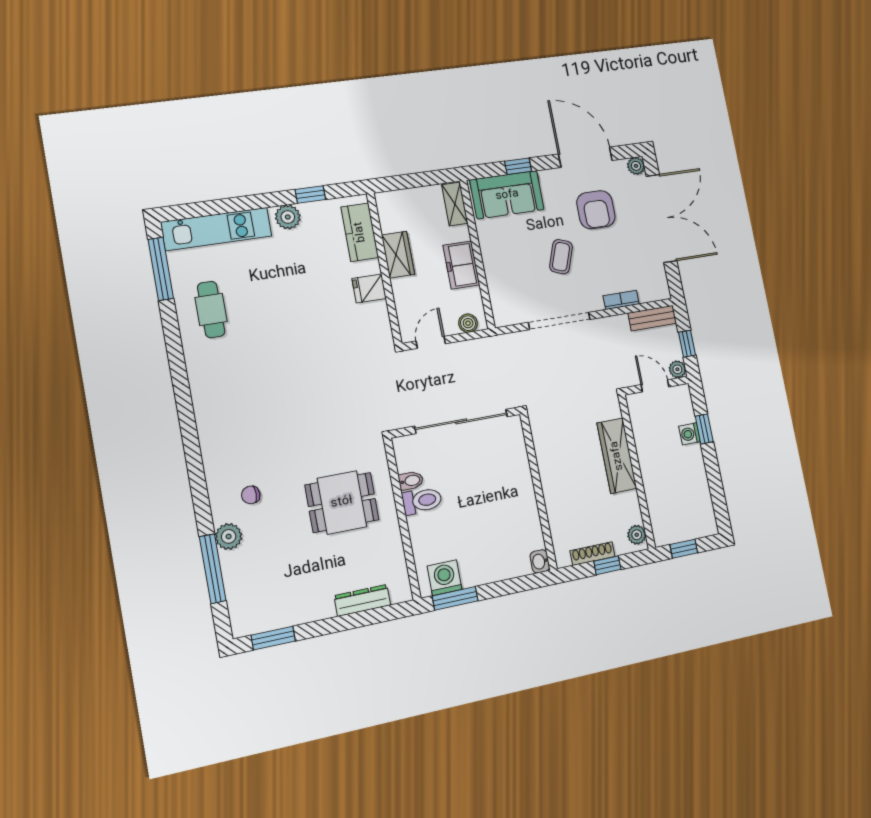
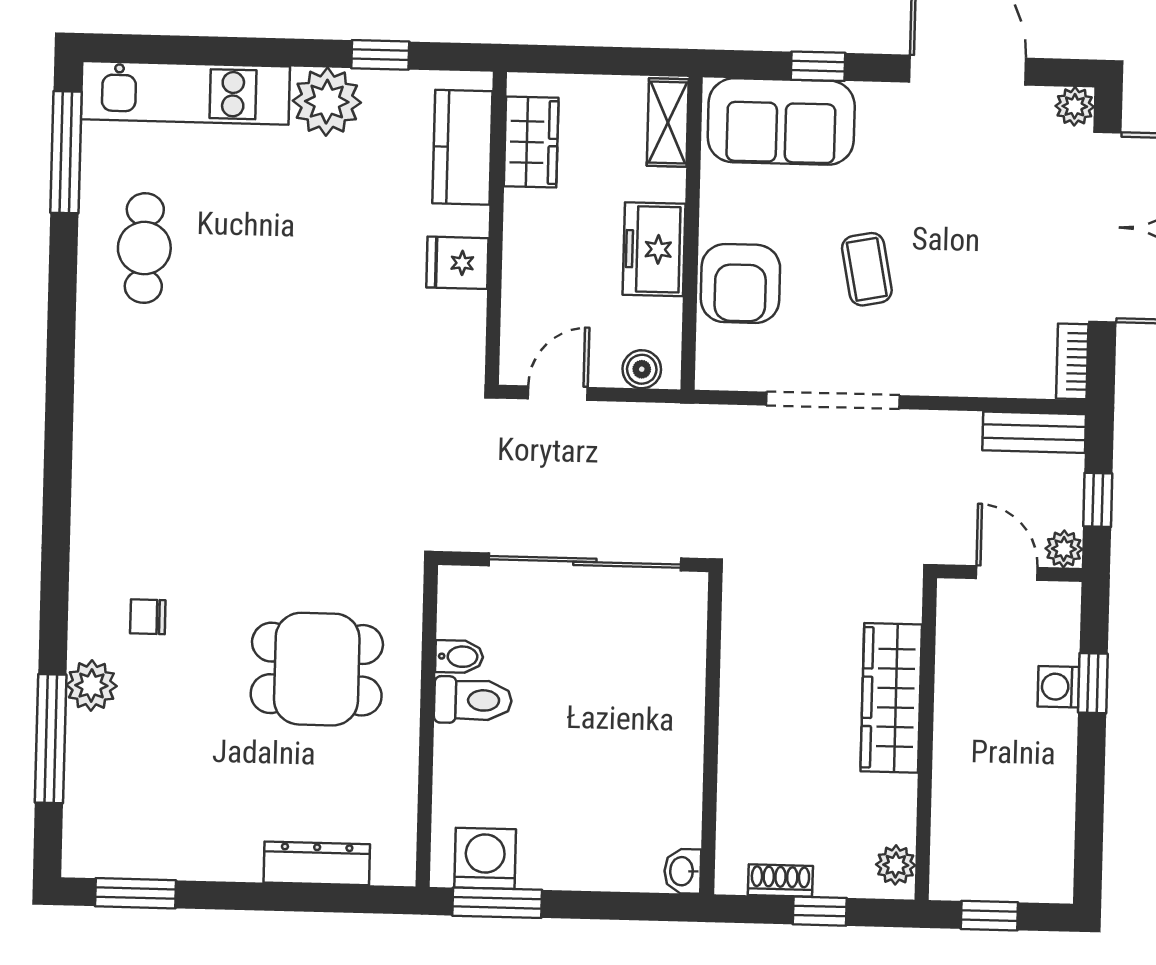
armchair: (596, 210) -> (740, 283), moved
plant: (288, 217) -> (327, 102), width x1.36, depth x1.36
wardrobe: (398, 255) -> (531, 142), moved
coffee table: (561, 257) -> (867, 269), turned -31
bookcase: (621, 300) -> (1072, 361), moved, turned -90
shoe rack: (592, 554) -> (780, 881), width x0.70

